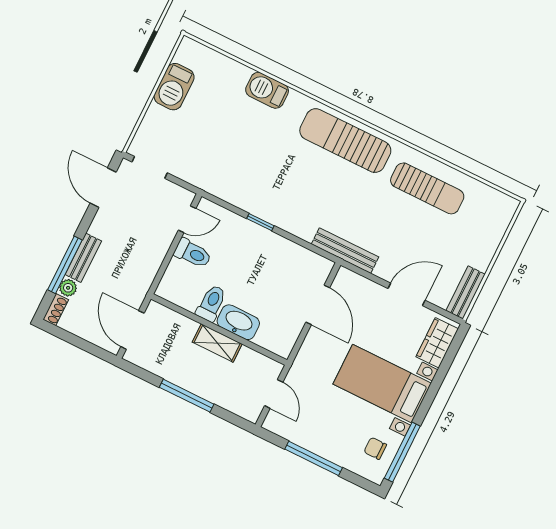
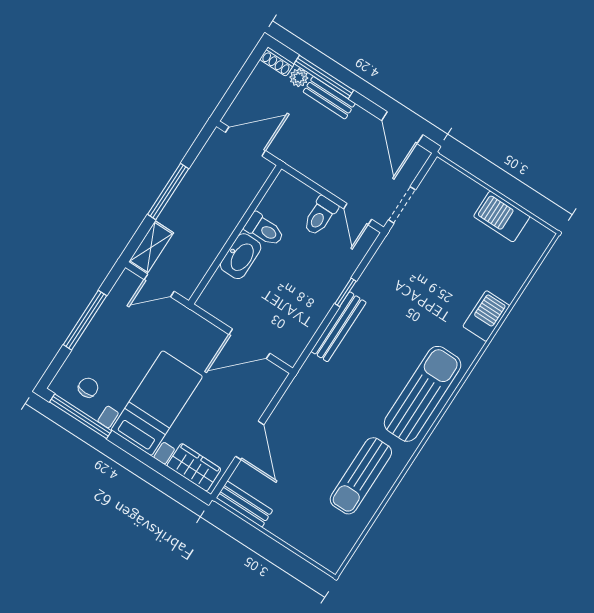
doorway: (150, 167) -> (402, 205), moved
door: (103, 188) -> (402, 128), swing flipped
bench: (345, 251) -> (339, 327), moved
shelving: (217, 343) -> (151, 247), moved

